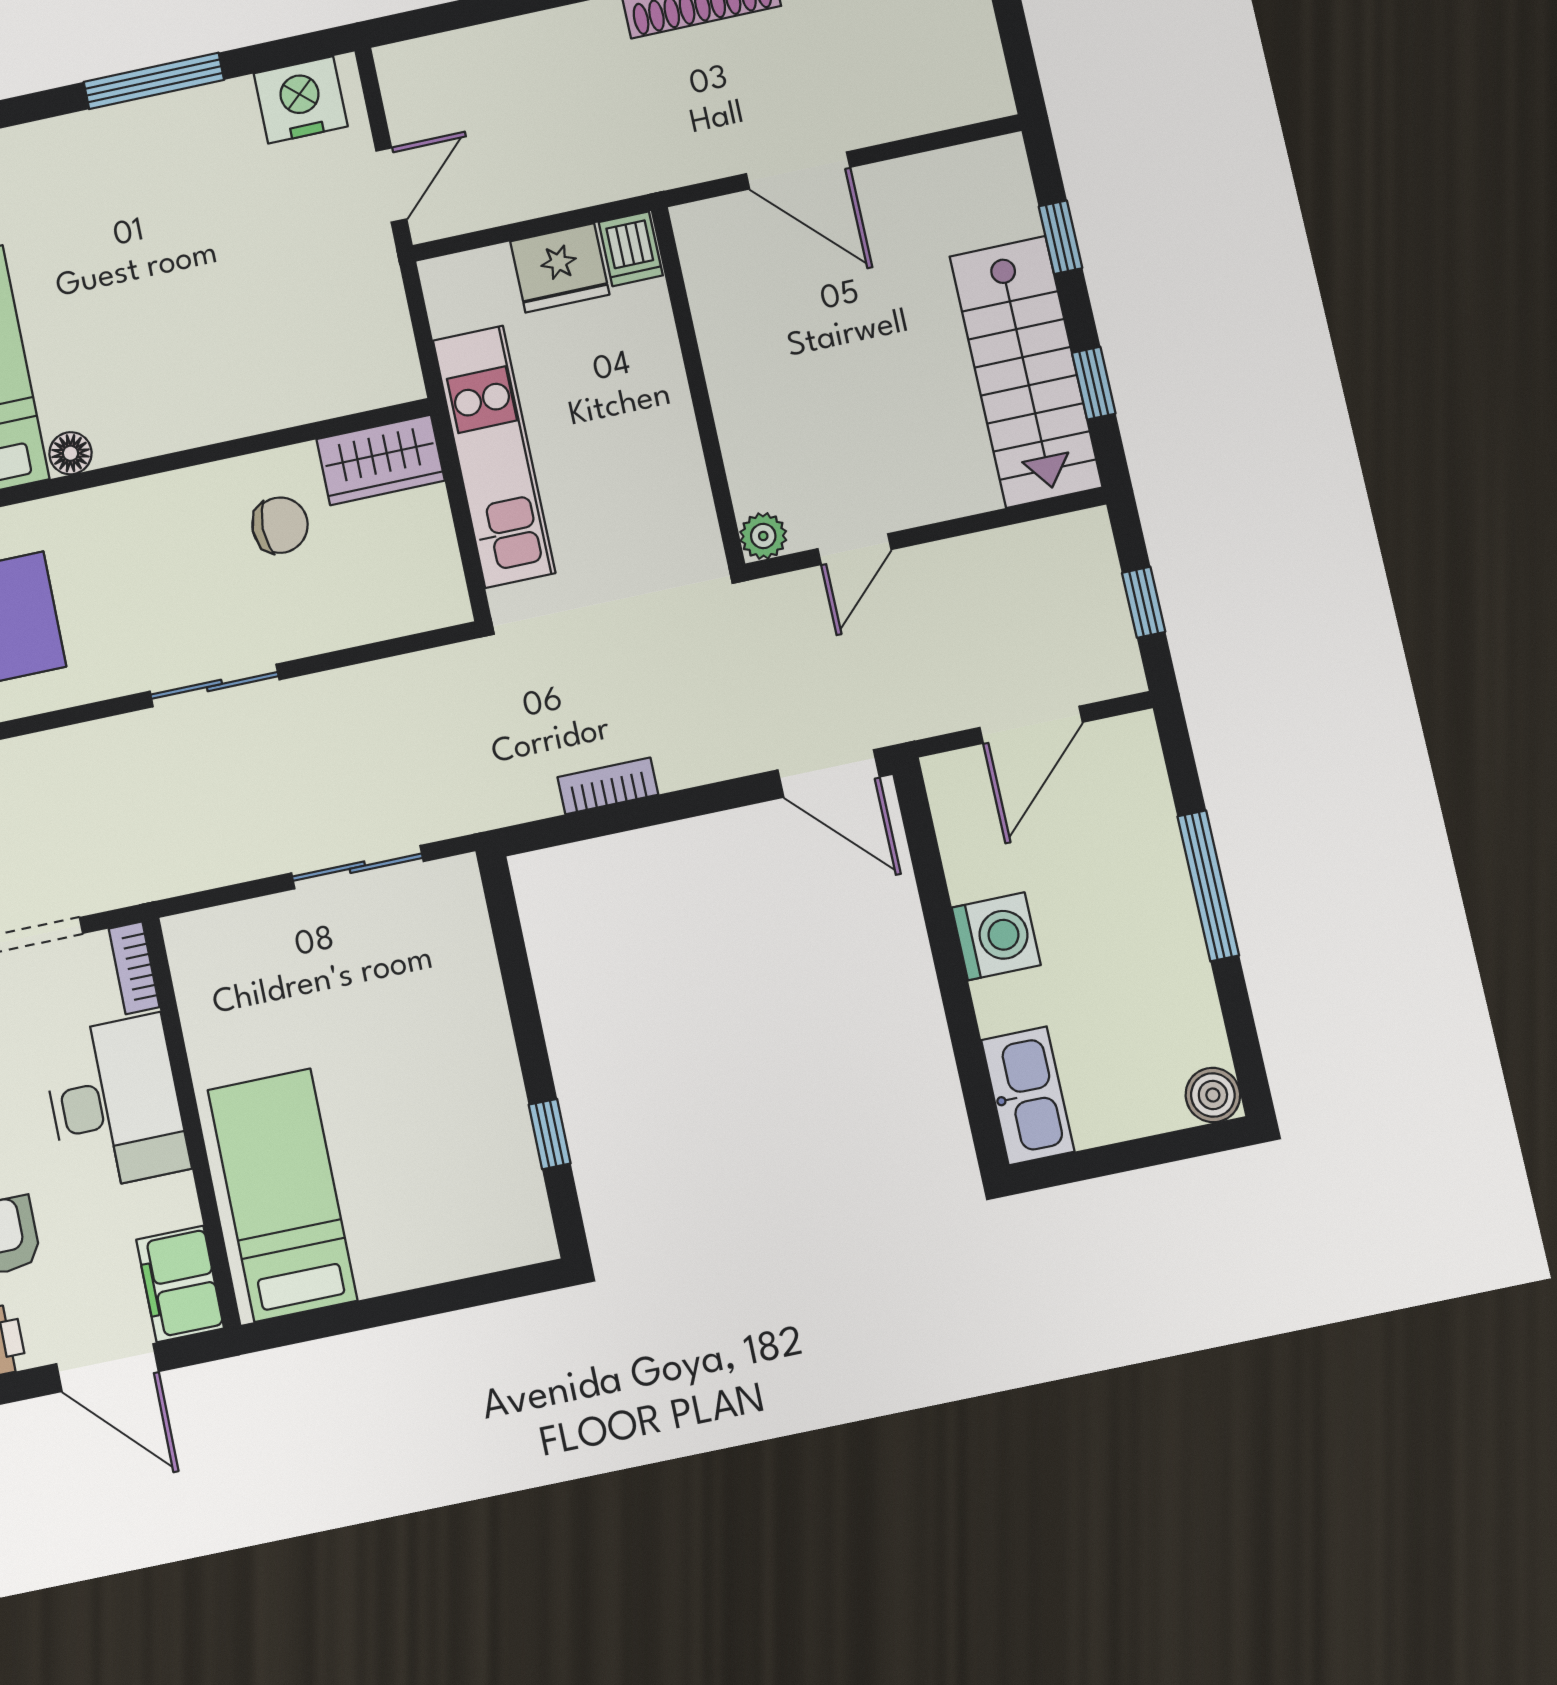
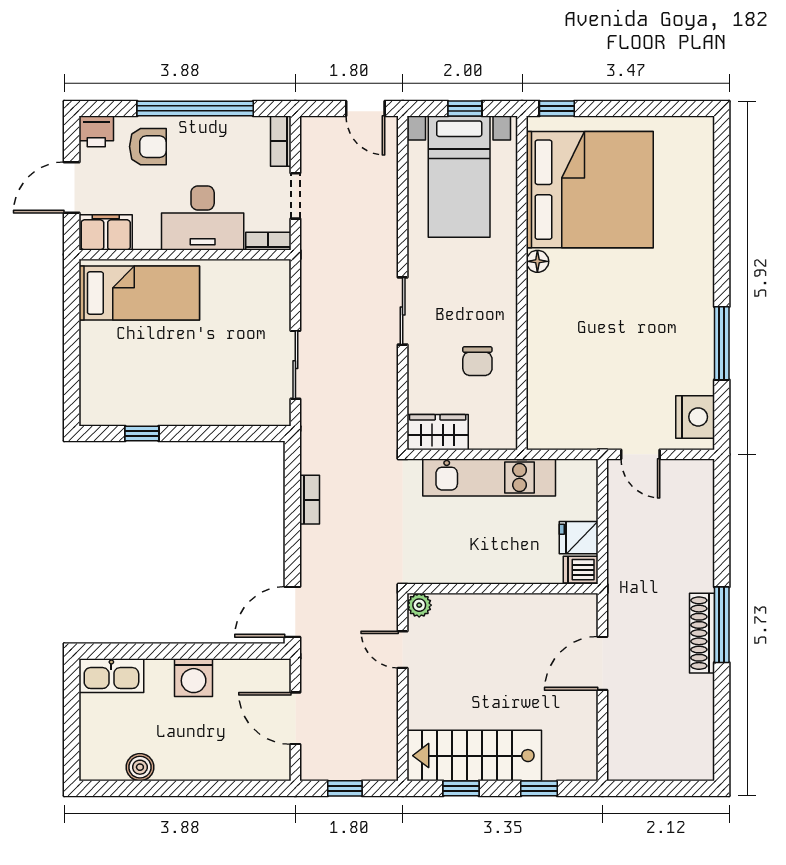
fridge: (560, 268) -> (579, 538), width x0.72
wardrobe: (381, 460) -> (438, 432), moved, turned 90
window: (1208, 886) -> (197, 788), removed
boiler: (1213, 1095) -> (140, 767), moved

